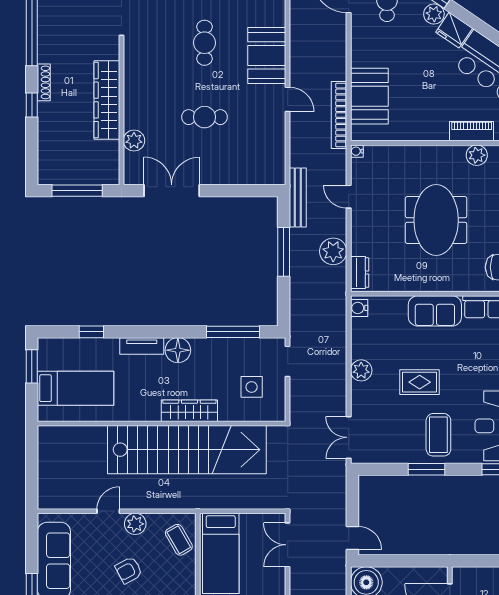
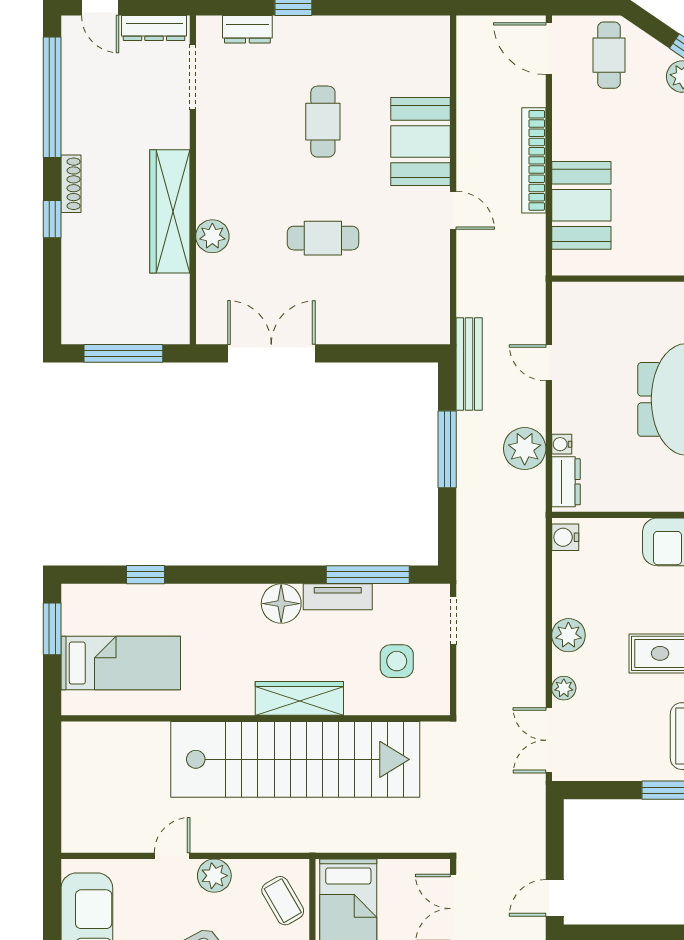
bookcase: (339, 115) -> (534, 160), moved
plant: (134, 141) -> (212, 236), moved
water cooler: (357, 151) -> (562, 444), moved
tv unit: (142, 346) -> (338, 597), moved
plant: (358, 404) -> (564, 688), added
door: (352, 538) -> (555, 898), swing flipped

